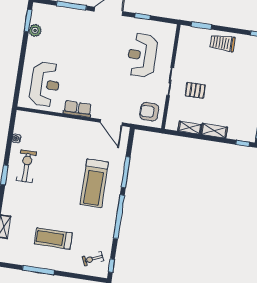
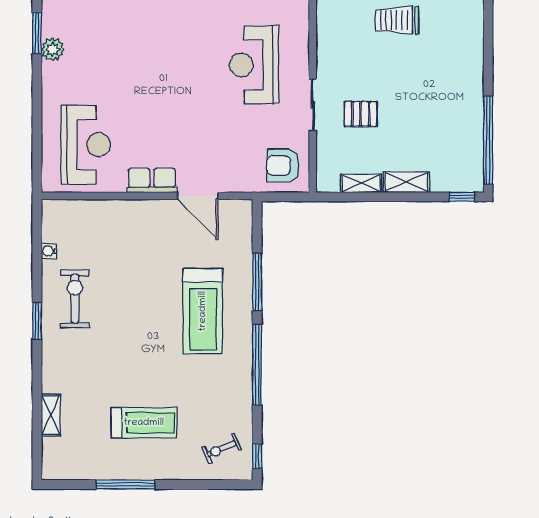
door: (111, 123) -> (198, 196), moved
treadmill: (53, 238) -> (144, 423), turned 180

